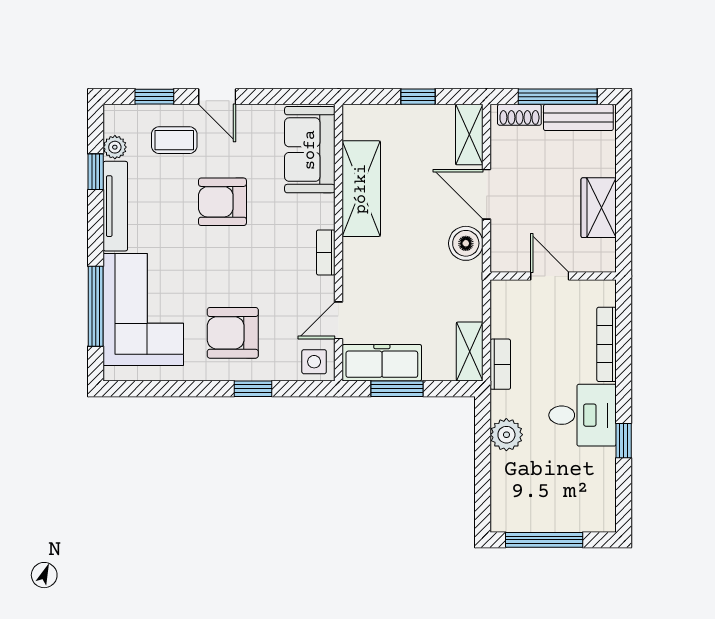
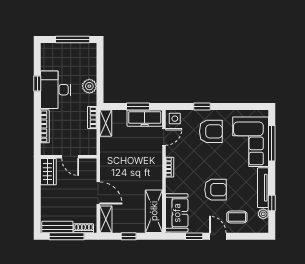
window: (154, 97) -> (194, 236), moved
shelving: (361, 189) -> (154, 211), moved
wardrobe: (599, 208) -> (48, 172), moved
boiler: (466, 243) -> (107, 171), removed
desk: (583, 415) -> (56, 90), width x1.37

